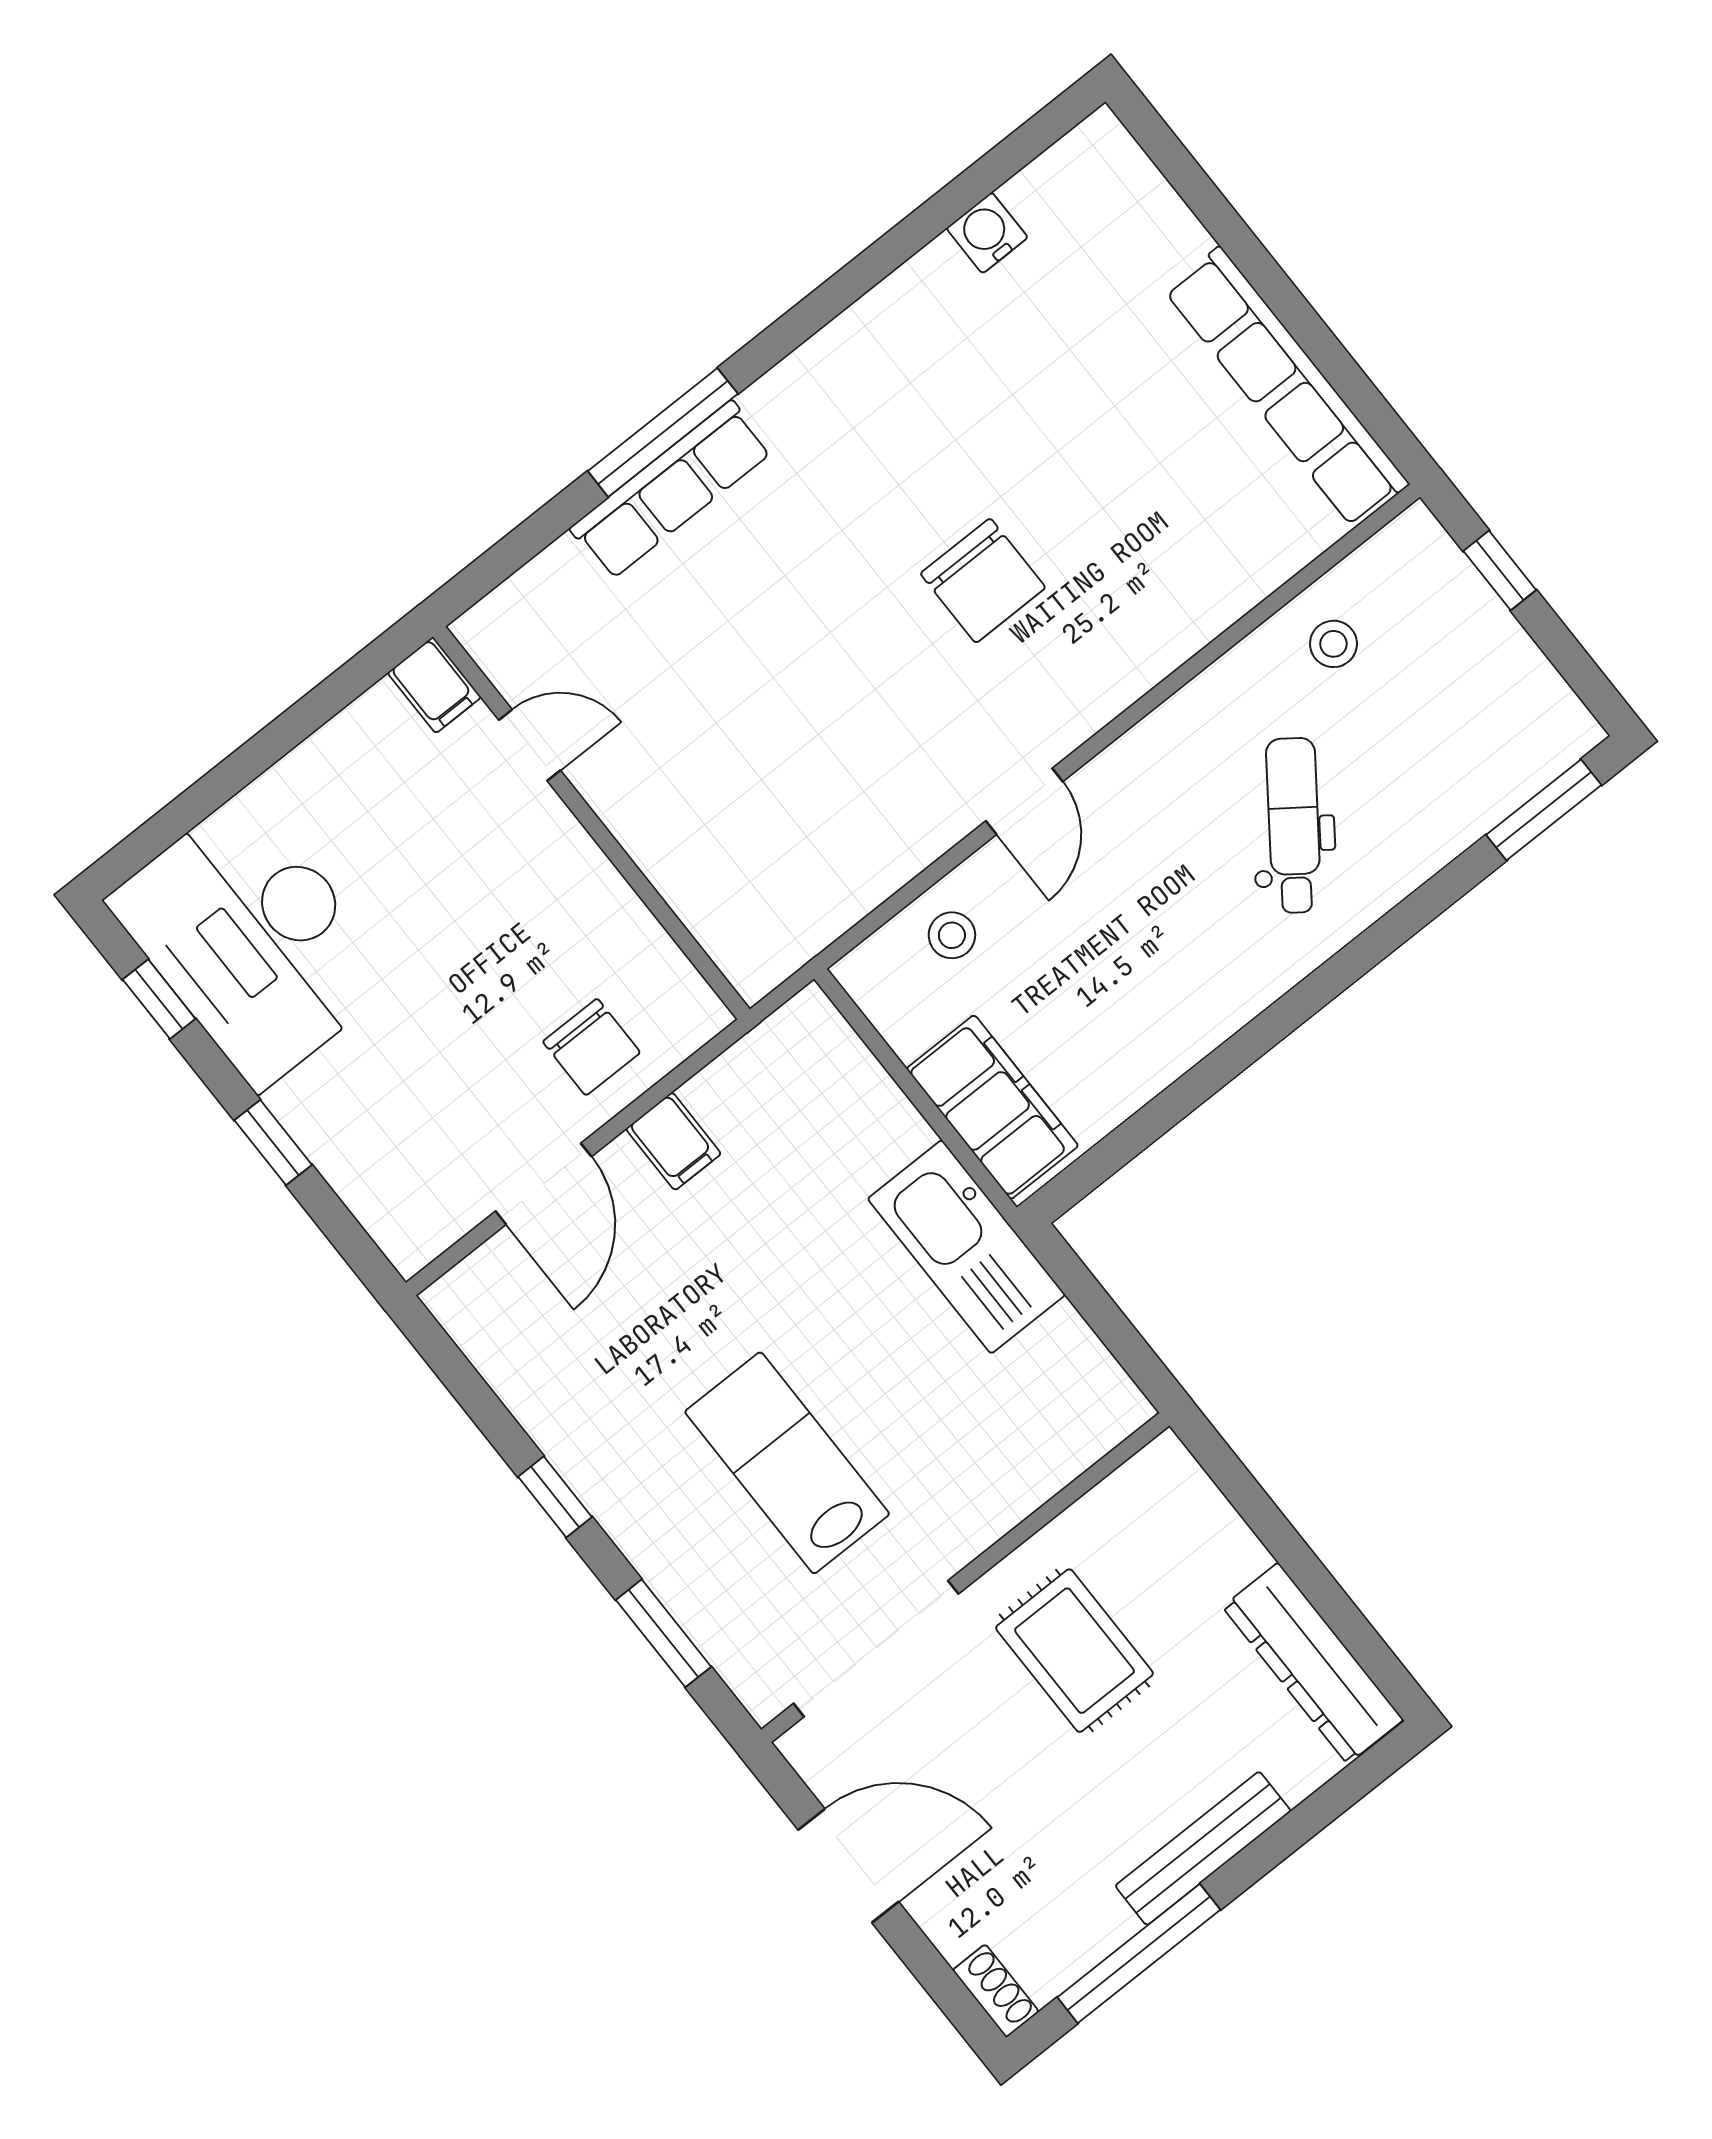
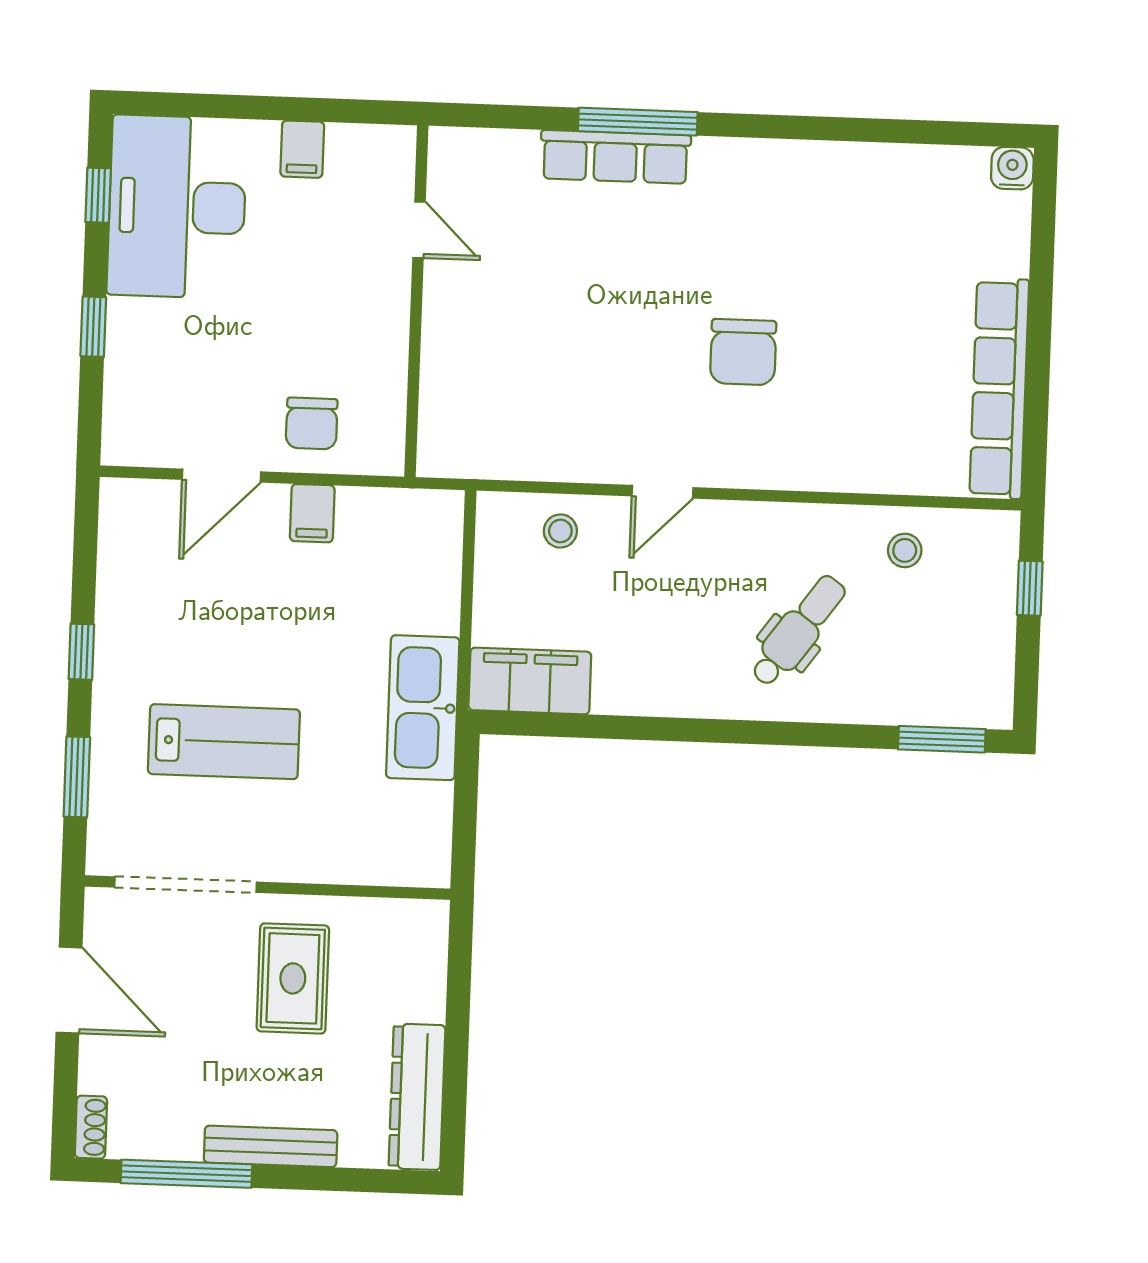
water cooler: (987, 233) -> (1012, 168), moved
filing cabinet: (434, 685) -> (302, 149), moved
filing cabinet: (992, 1107) -> (530, 681), moved, turned -90
lab bench: (787, 1463) -> (224, 742), turned 90

